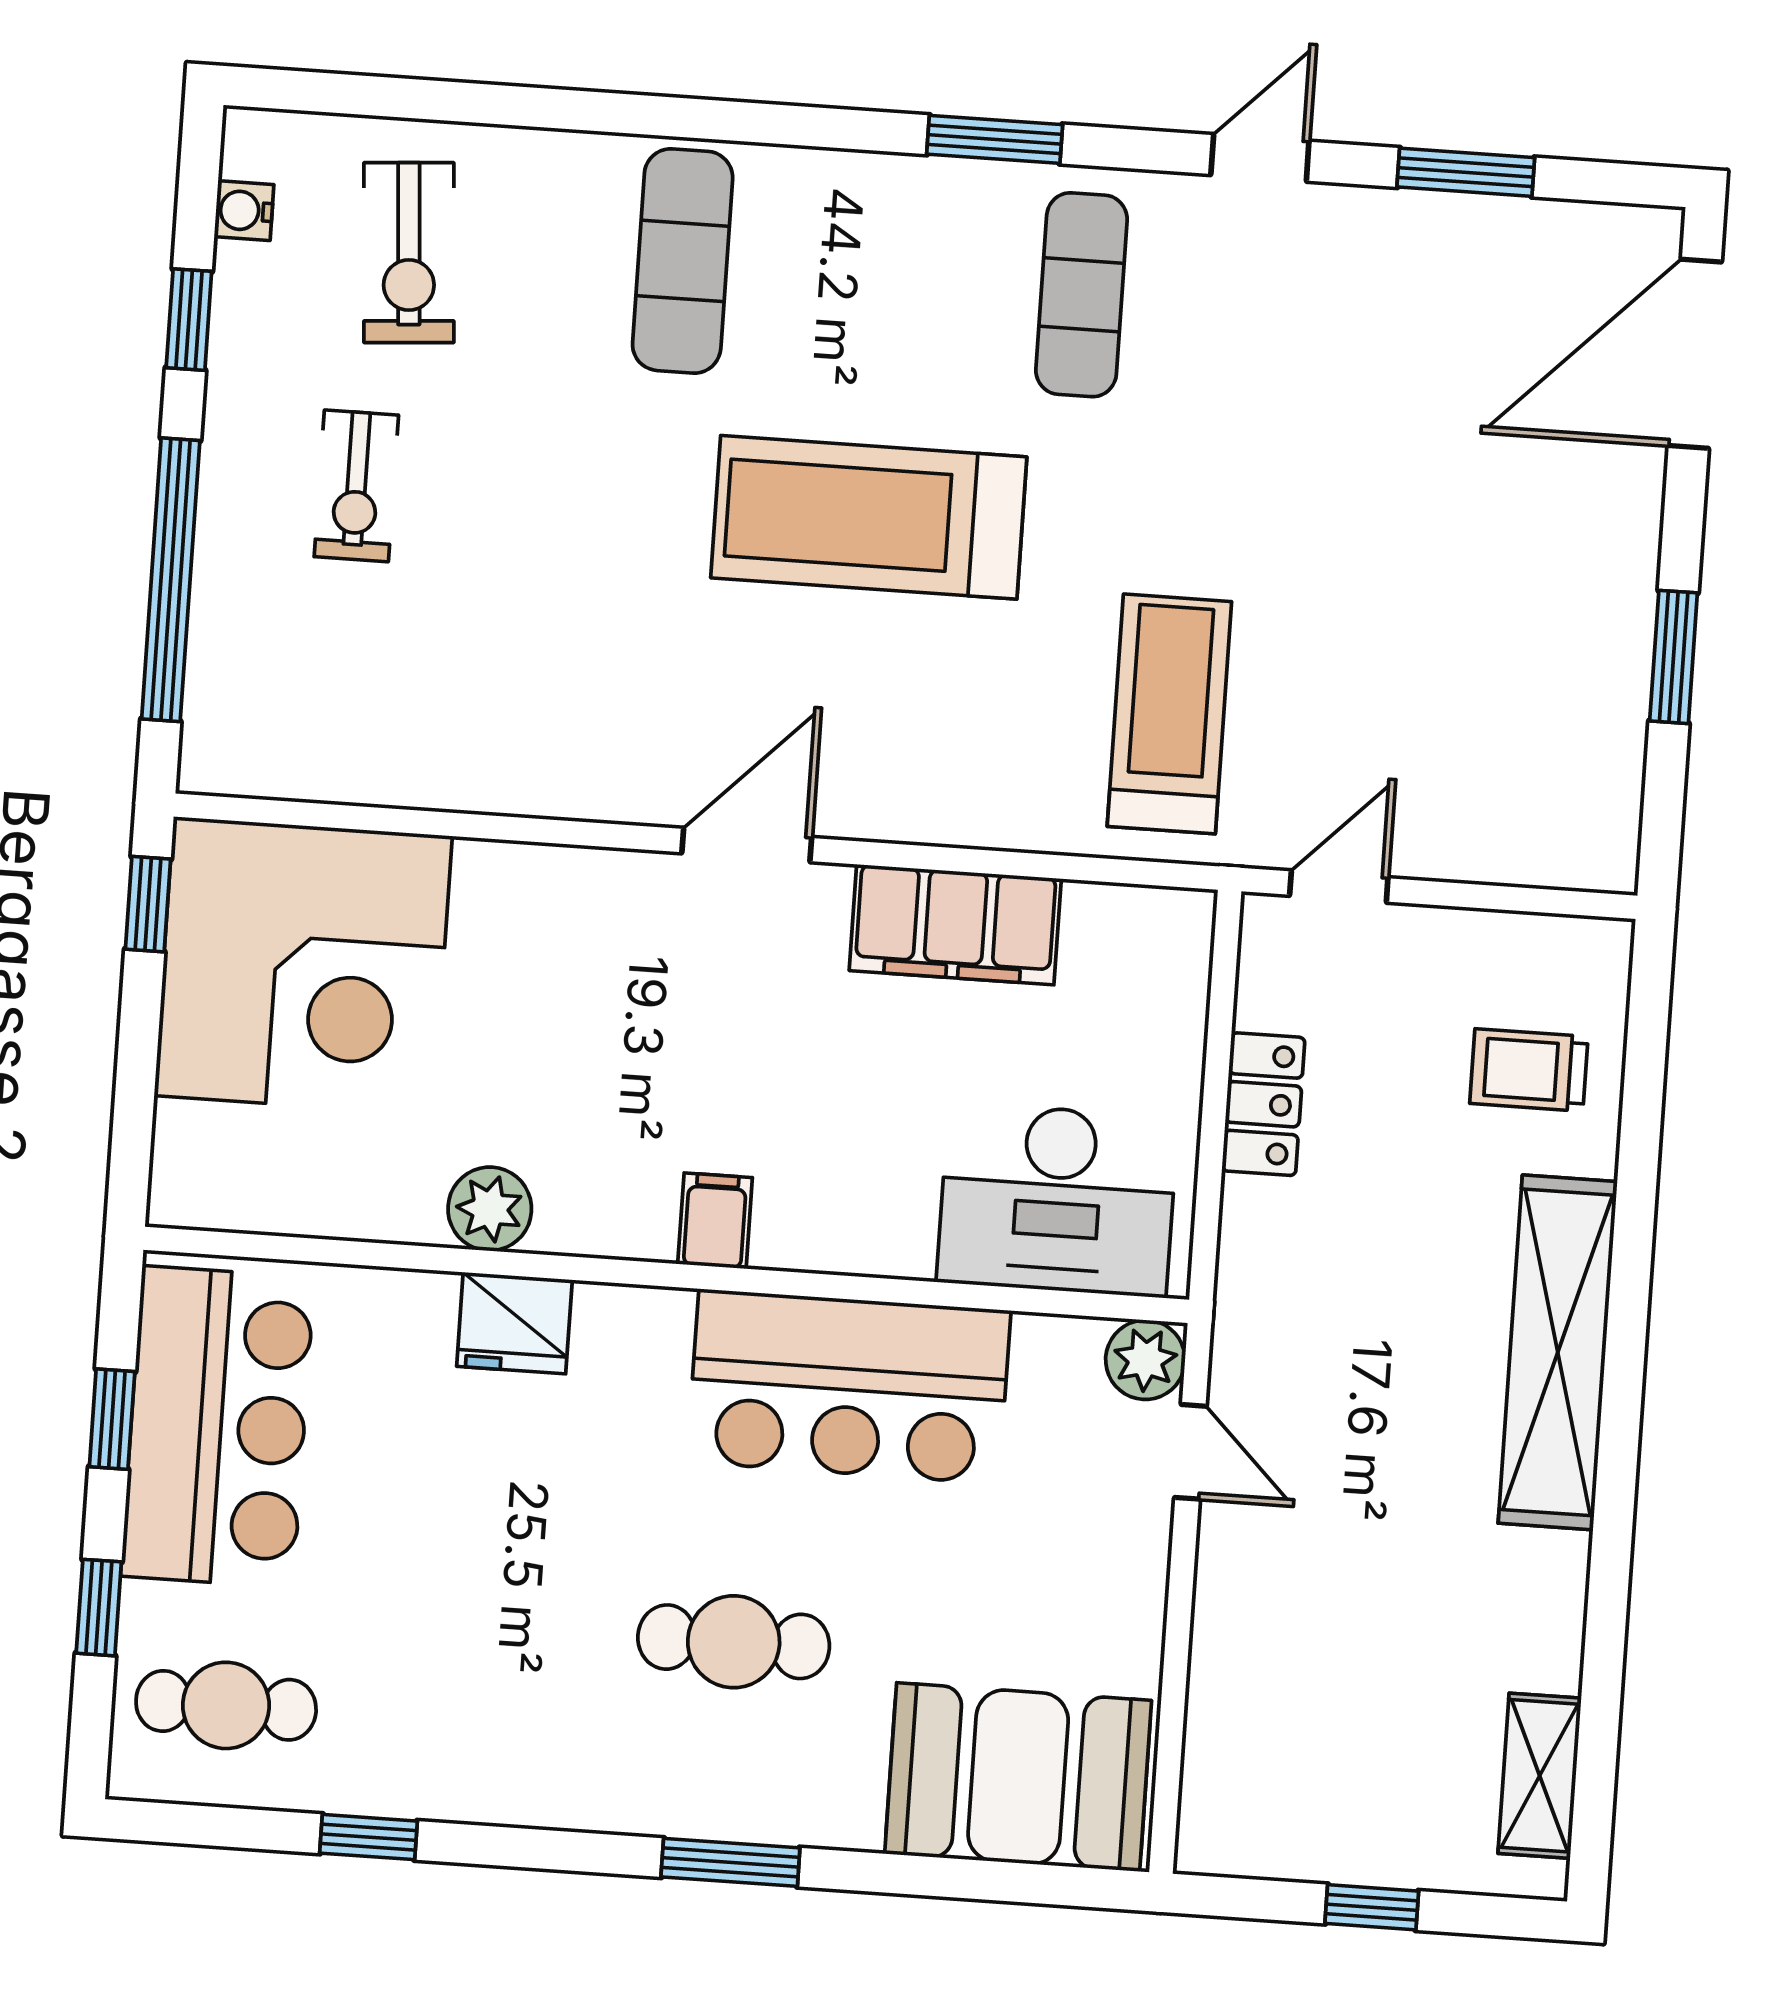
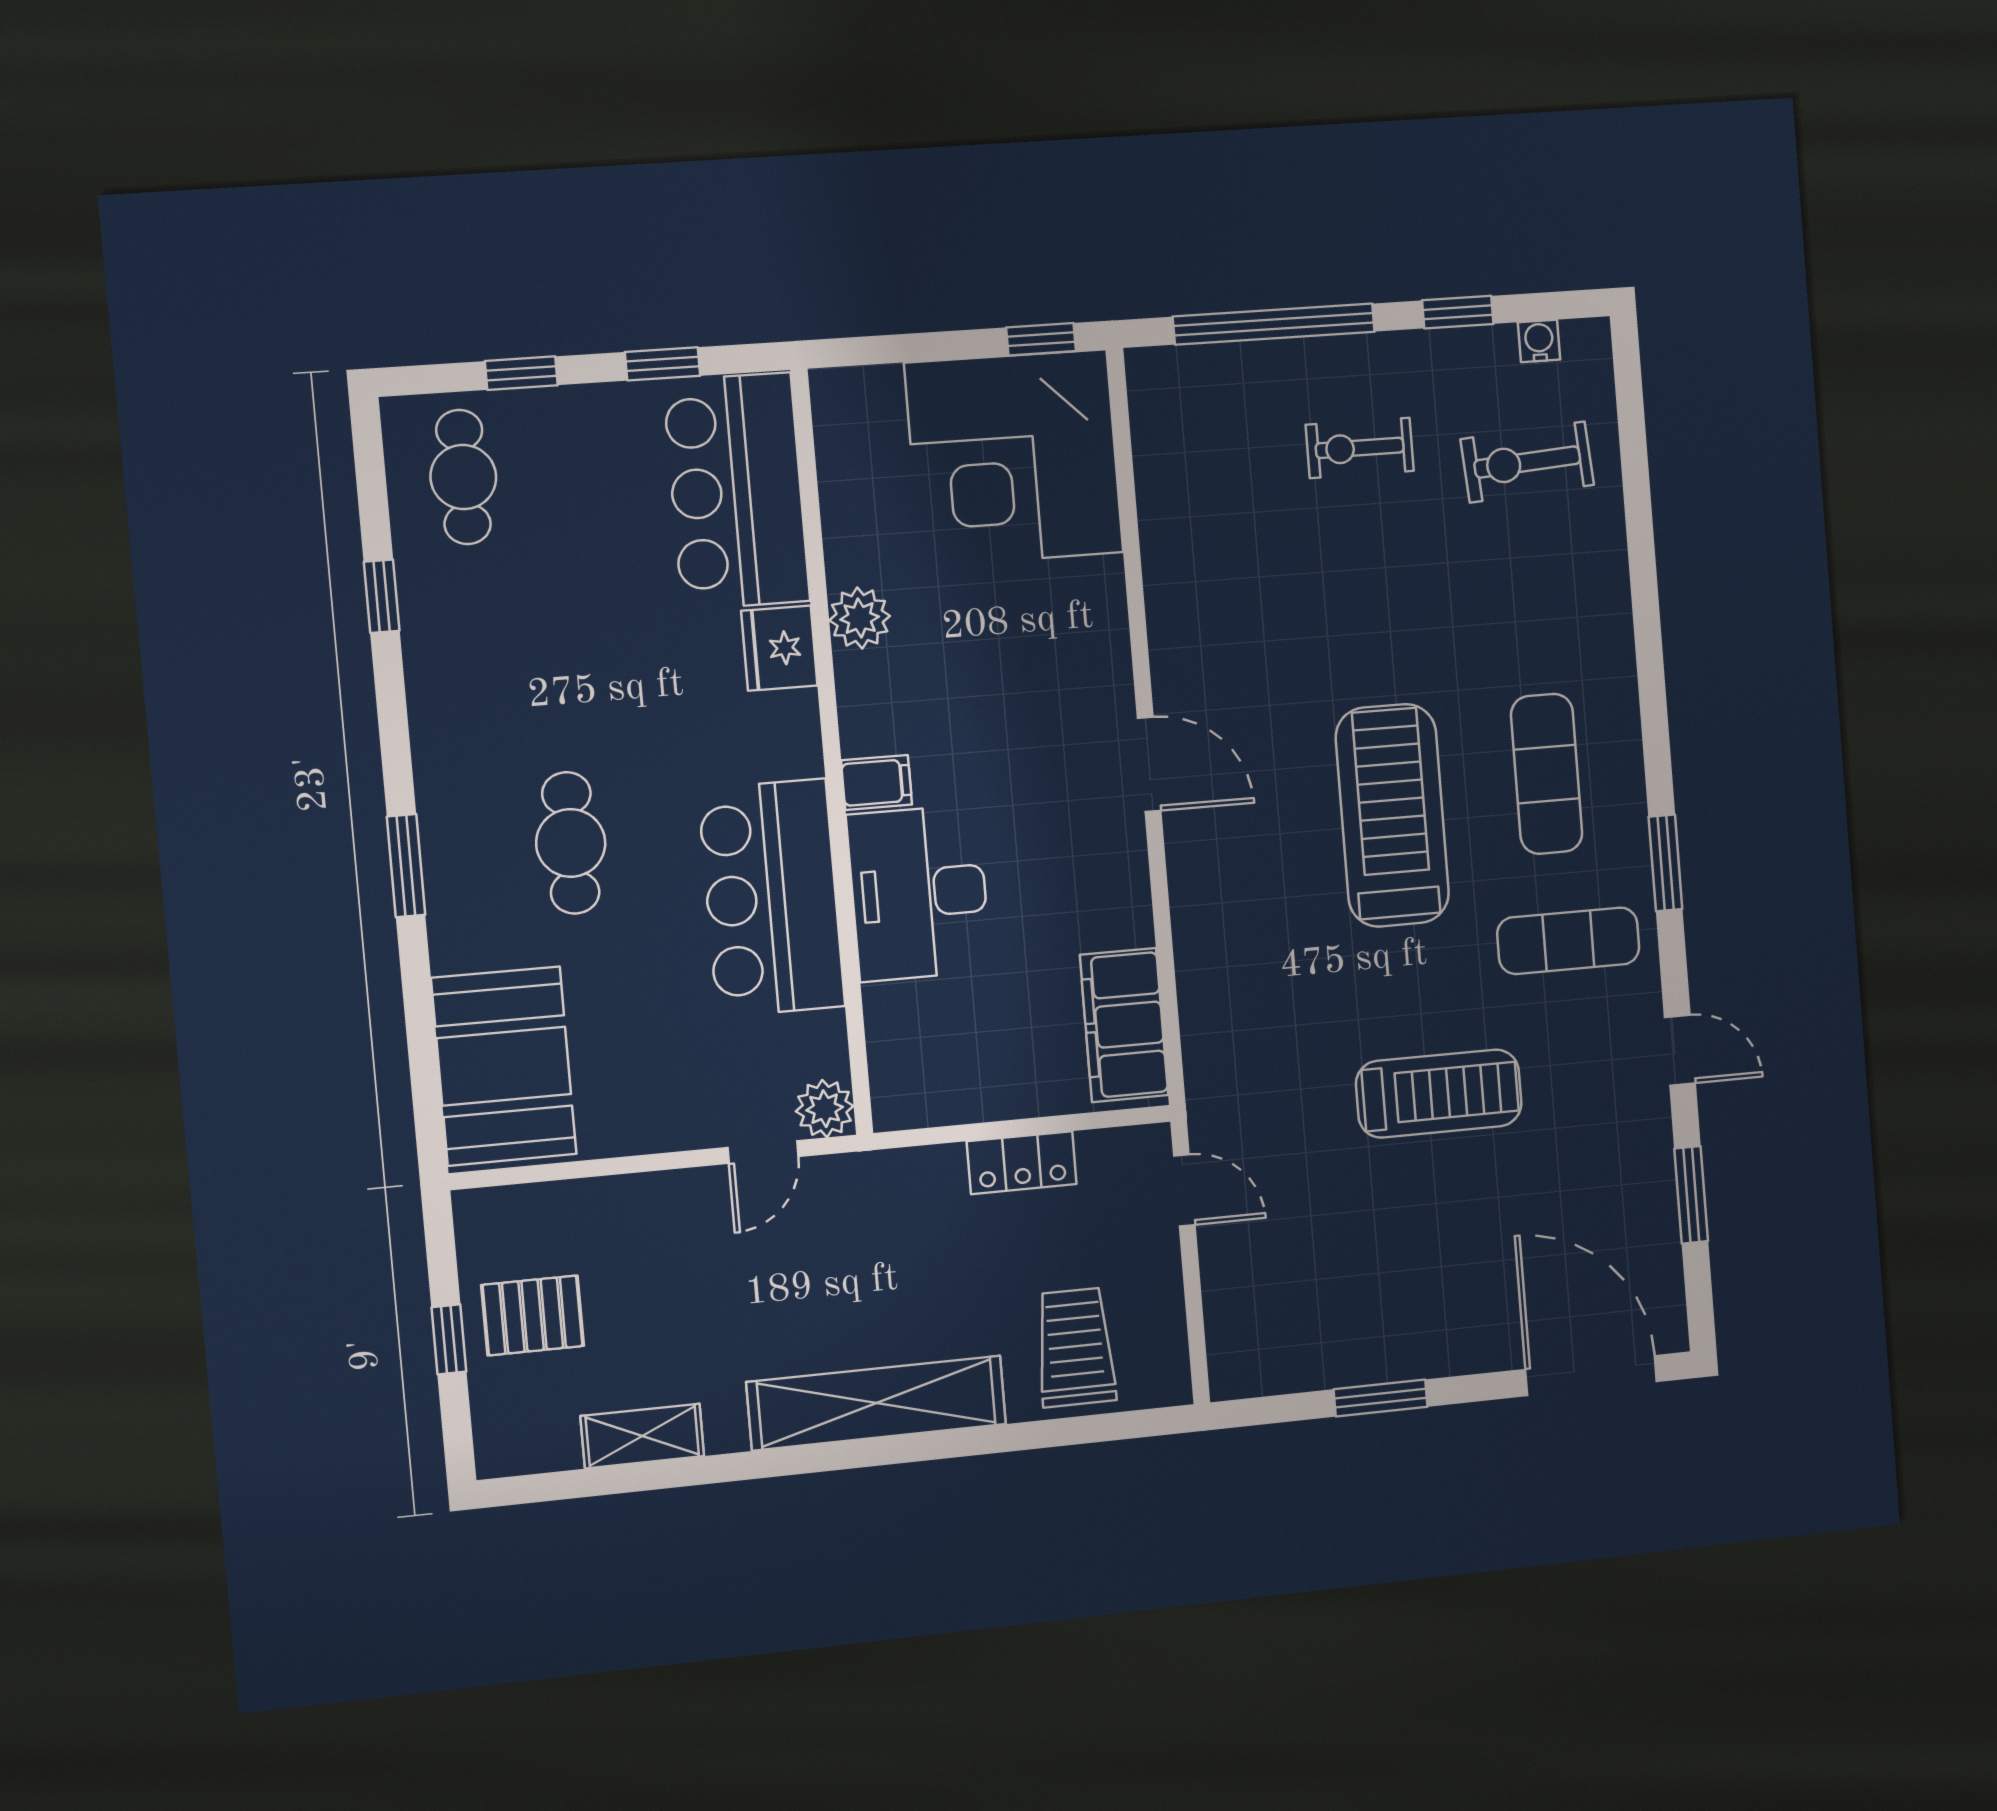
exercise mat: (683, 261) -> (1547, 774), moved, turned 90
treadmill: (1169, 714) -> (1439, 1094), moved
filing cabinet: (955, 925) -> (1124, 1025), moved
trolley: (1529, 1070) -> (1075, 1347), width x1.36, depth x1.39
desk: (1057, 1200) -> (919, 893), moved
bar counter: (218, 1427) -> (737, 491), moved, turned 90
shelving: (1540, 1776) -> (642, 1436), moved
pallet: (1359, 1792) -> (533, 1315), added

